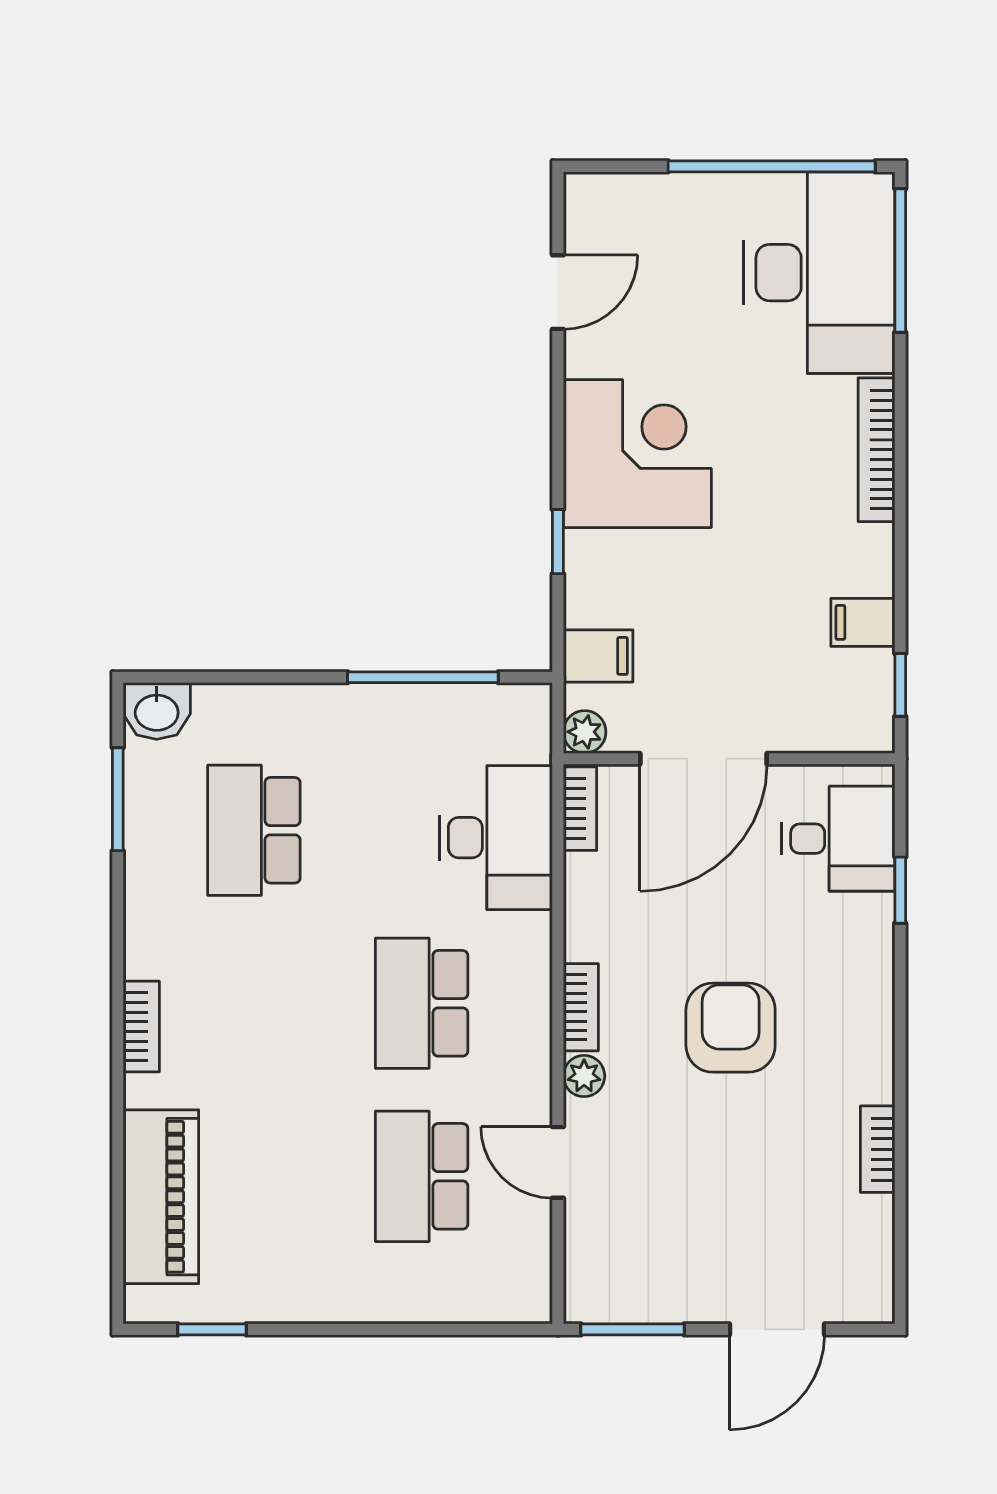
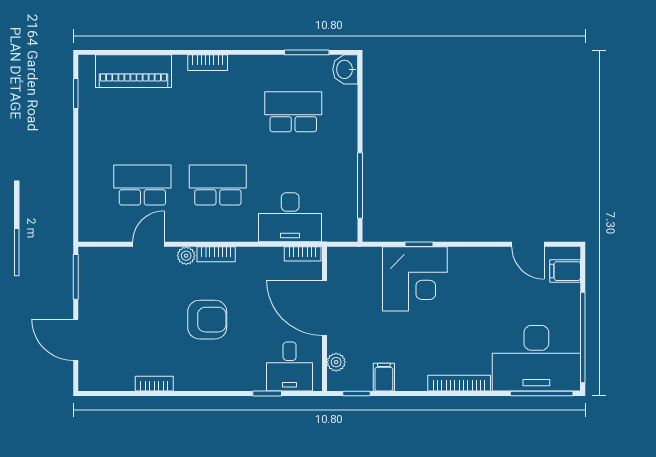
corner desk: (637, 454) -> (415, 279), moved
filing cabinet: (598, 656) -> (565, 271), moved, turned 90
plant: (585, 732) -> (336, 362), moved

